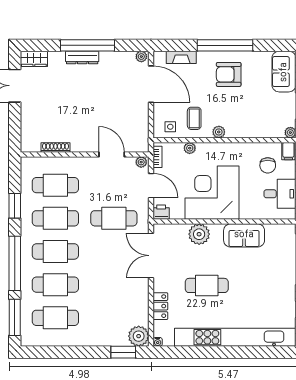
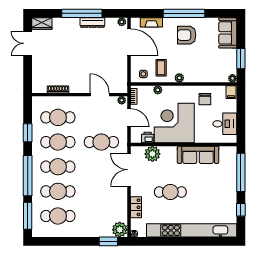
dresser: (82, 57) -> (92, 23), moved
chair: (268, 165) -> (205, 99), moved
printer: (161, 212) -> (148, 137), moved
plant: (199, 234) -> (152, 154), moved
sofa: (244, 235) -> (198, 155), width x1.36

